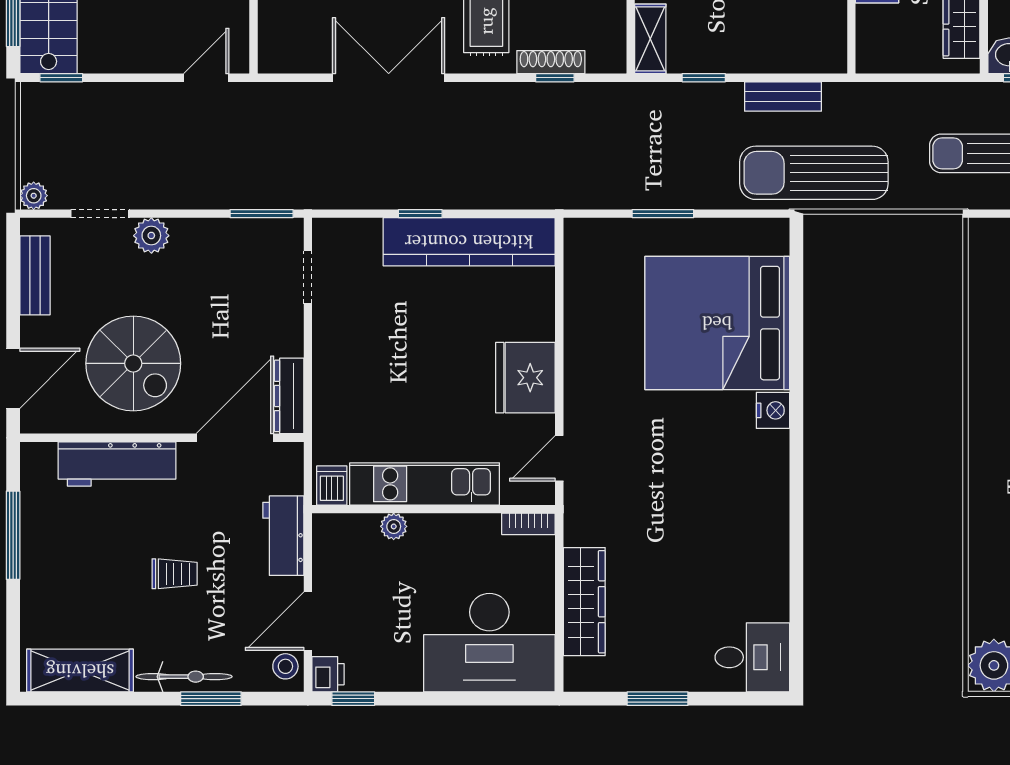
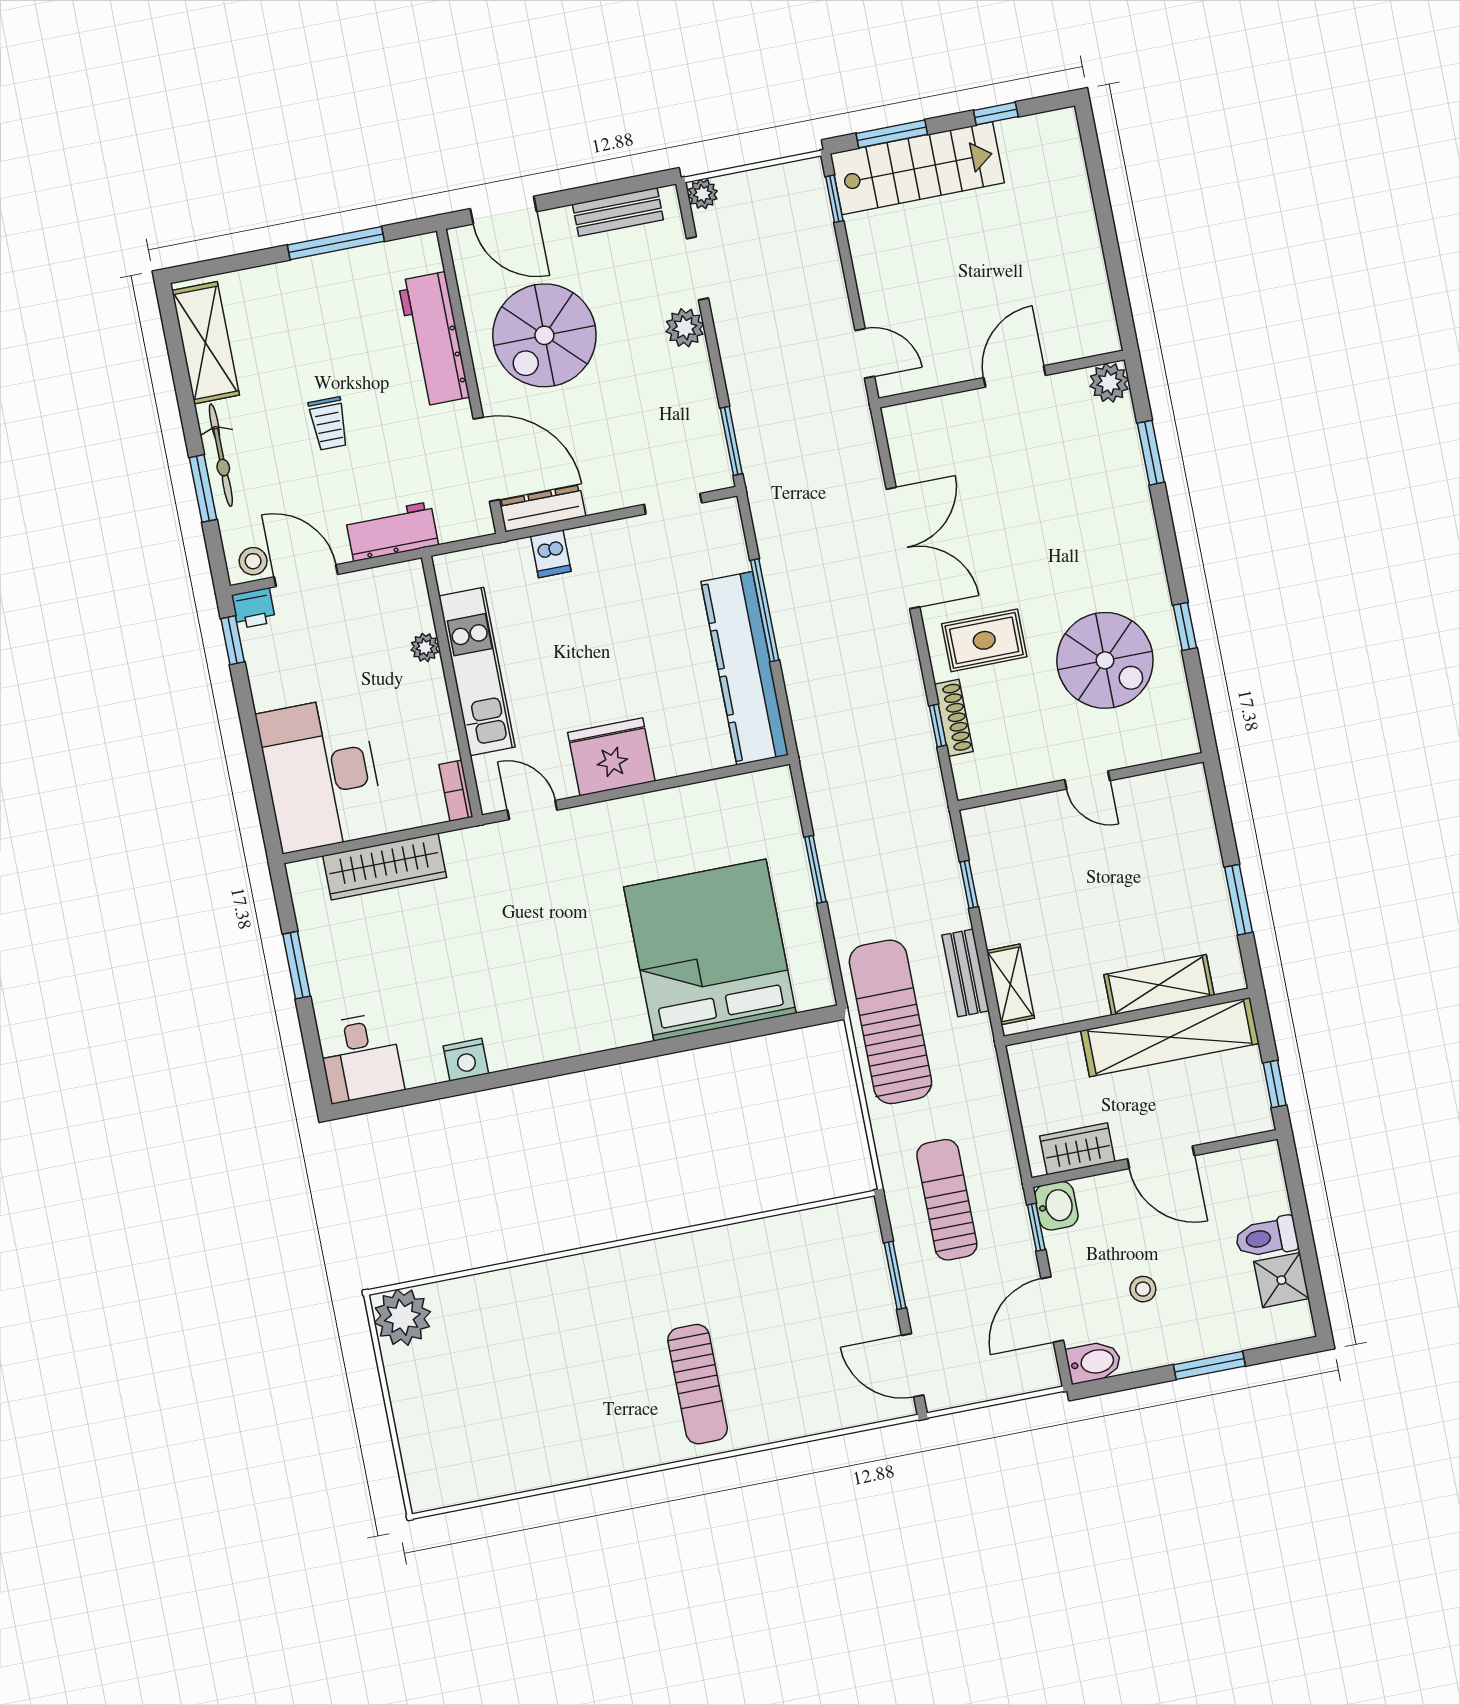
shelving: (650, 39) -> (1010, 984), moved, turned 90
window: (420, 214) -> (765, 610), width x2.17
nightstand: (773, 410) -> (466, 1060), moved
dishwasher: (332, 486) -> (551, 554), moved, turned 90

